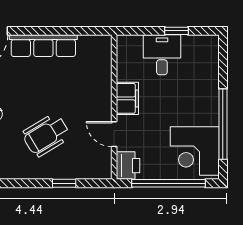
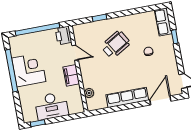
window: (176, 31) -> (38, 123), moved
desk: (162, 55) -> (51, 106), width x1.37
plant: (104, 64) -> (89, 93), added
corner desk: (195, 151) -> (29, 70), moved

